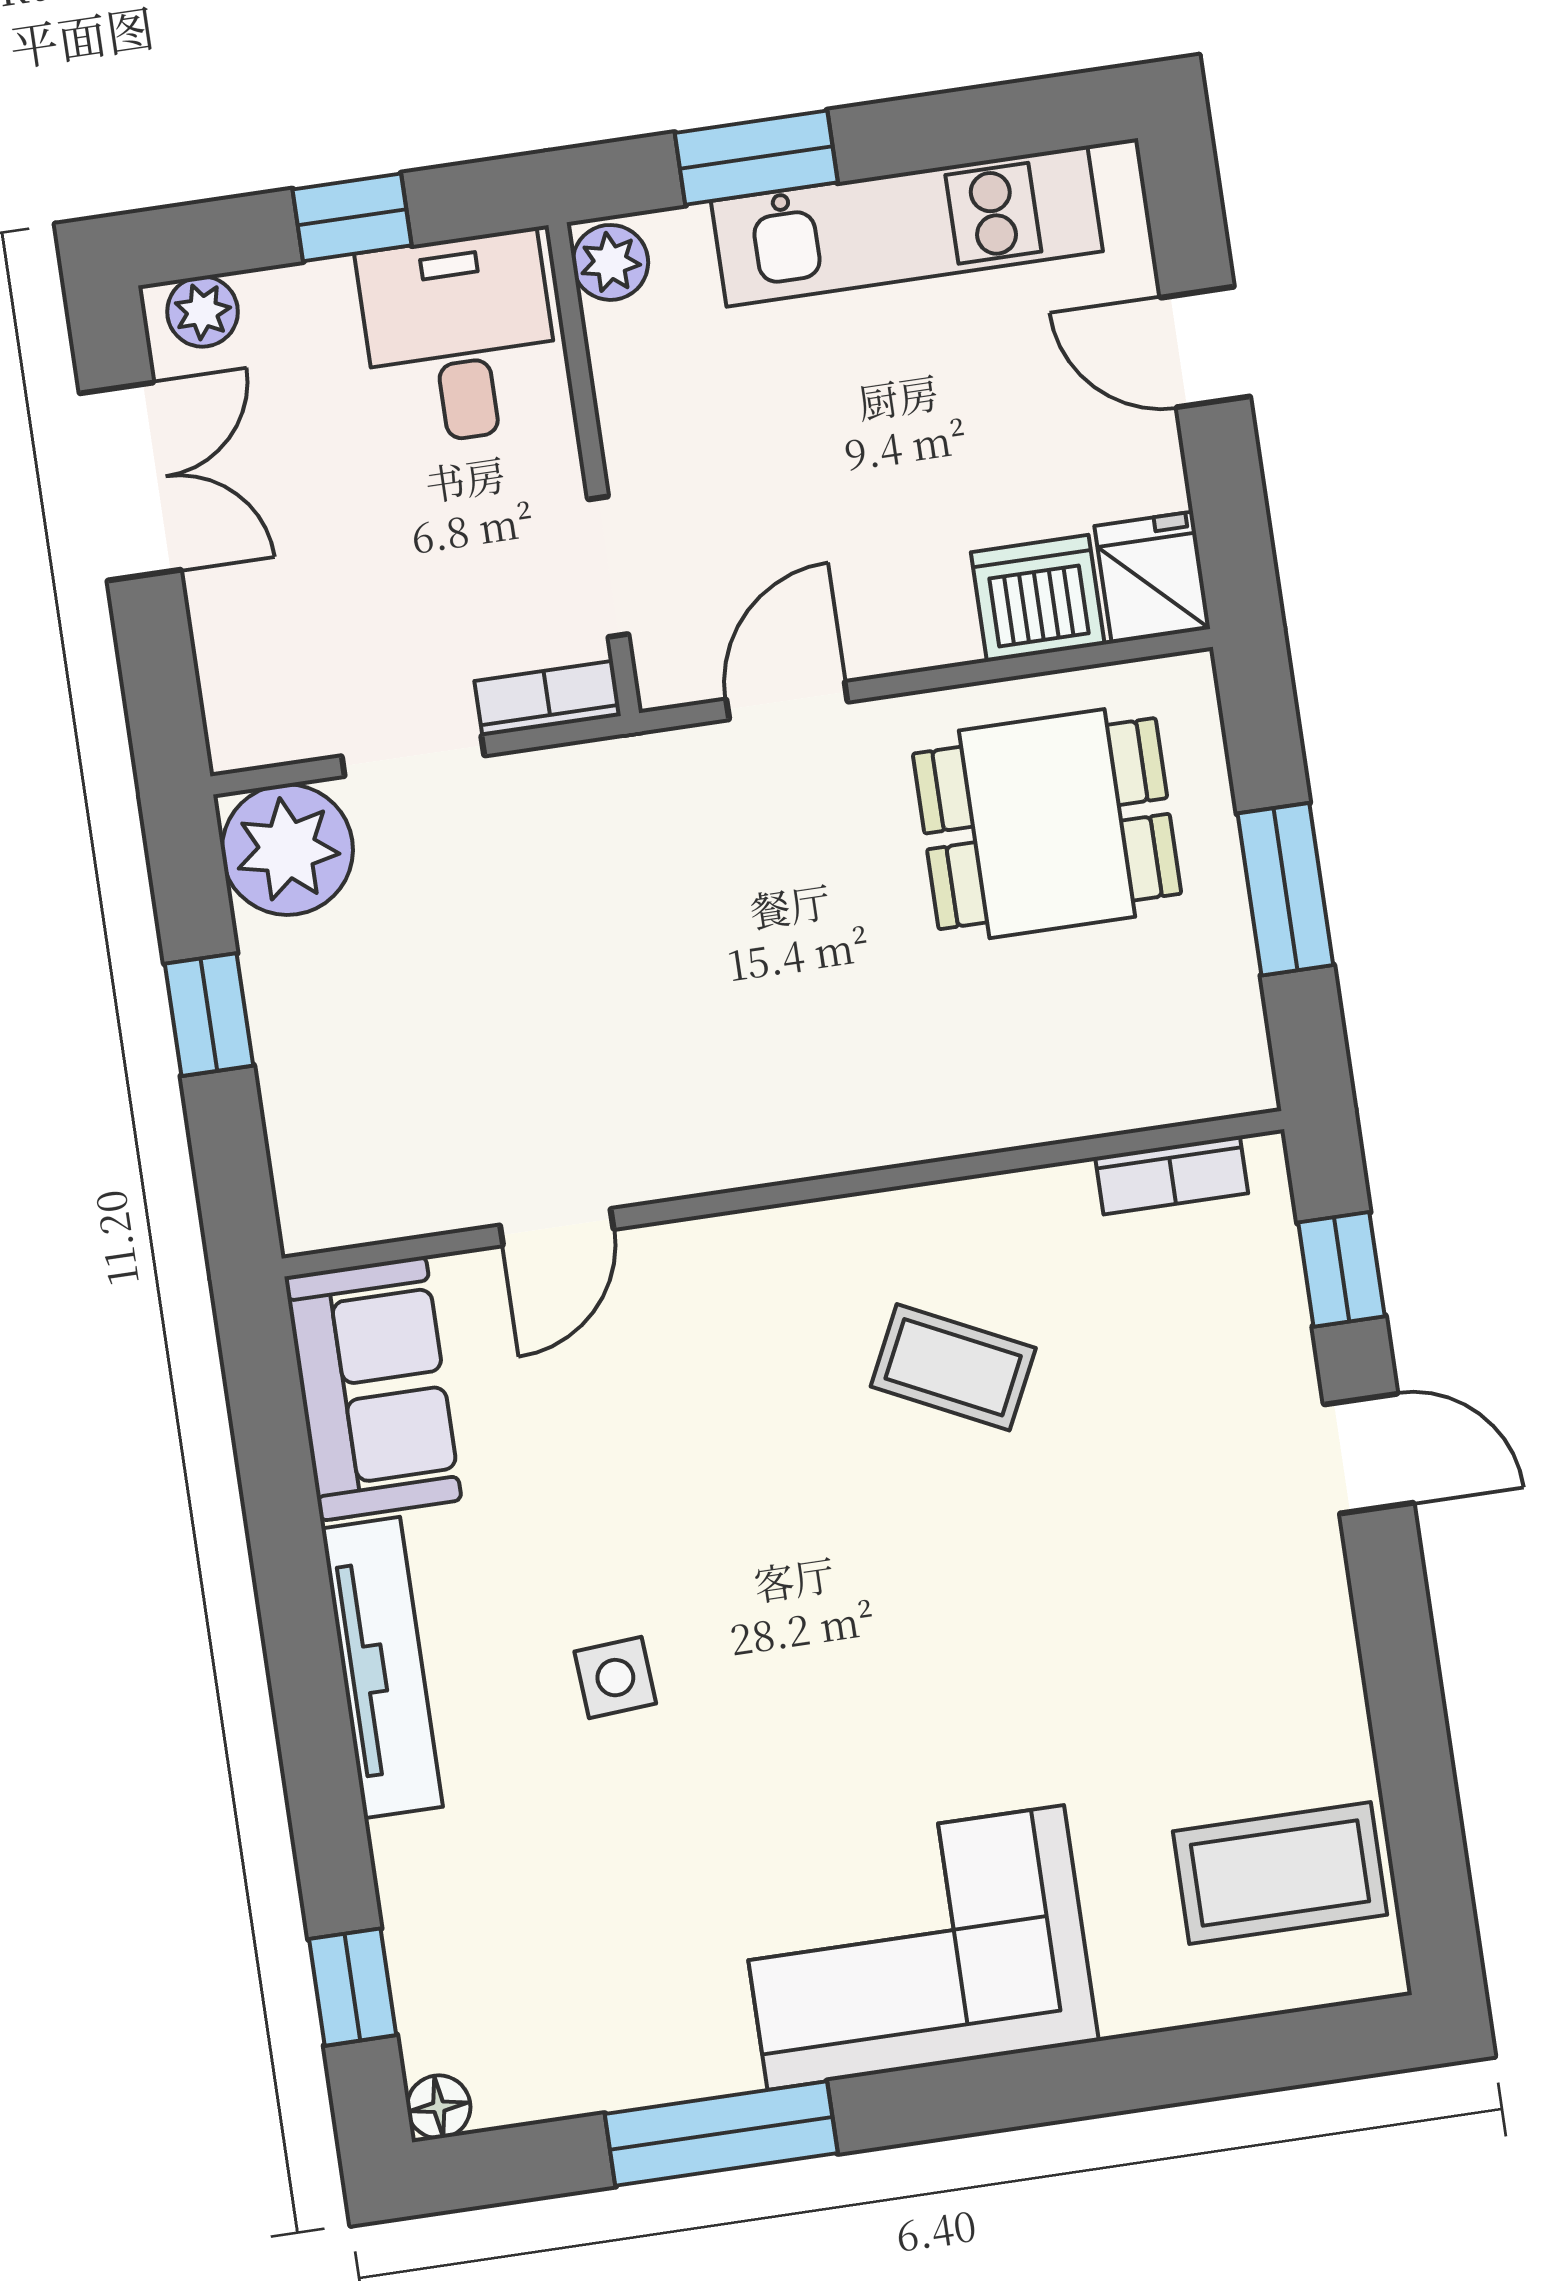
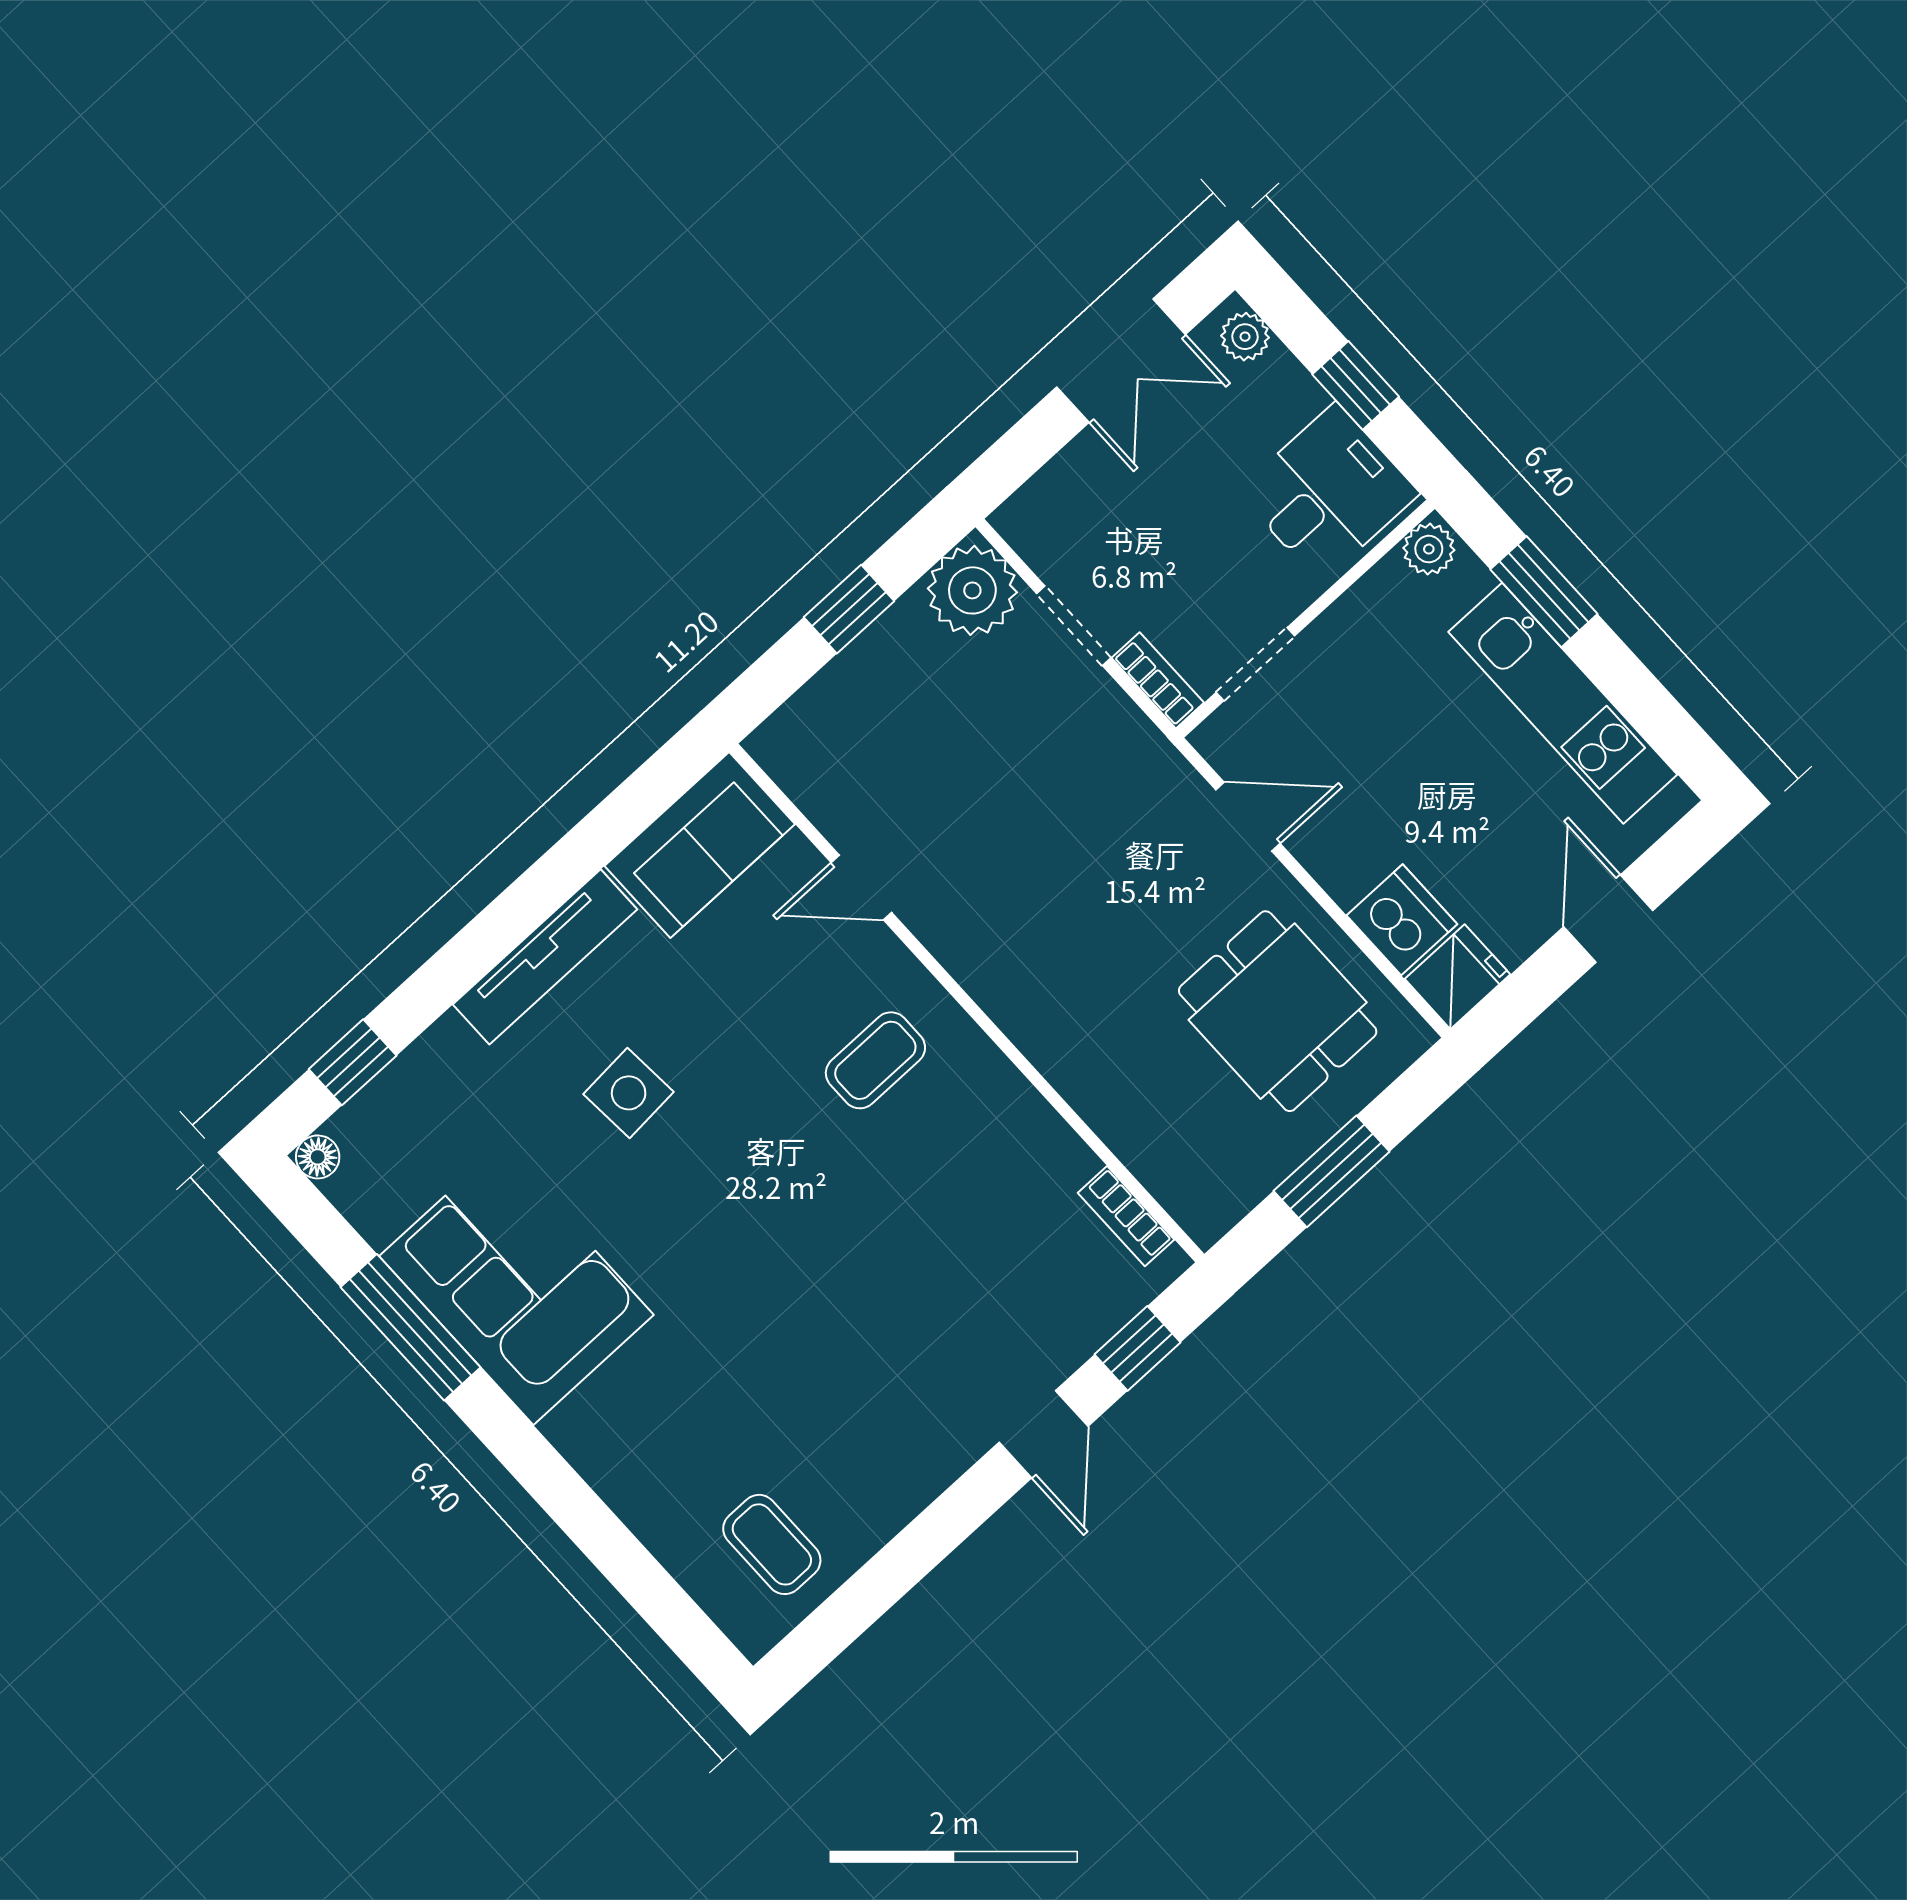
coffee table: (953, 1367) -> (875, 1060), moved, turned 64
side table: (615, 1678) -> (629, 1093), width x1.37, depth x1.37
coffee table: (1280, 1873) -> (772, 1544), width x0.73, depth x0.77
corner sofa: (916, 1948) -> (516, 1286), moved

